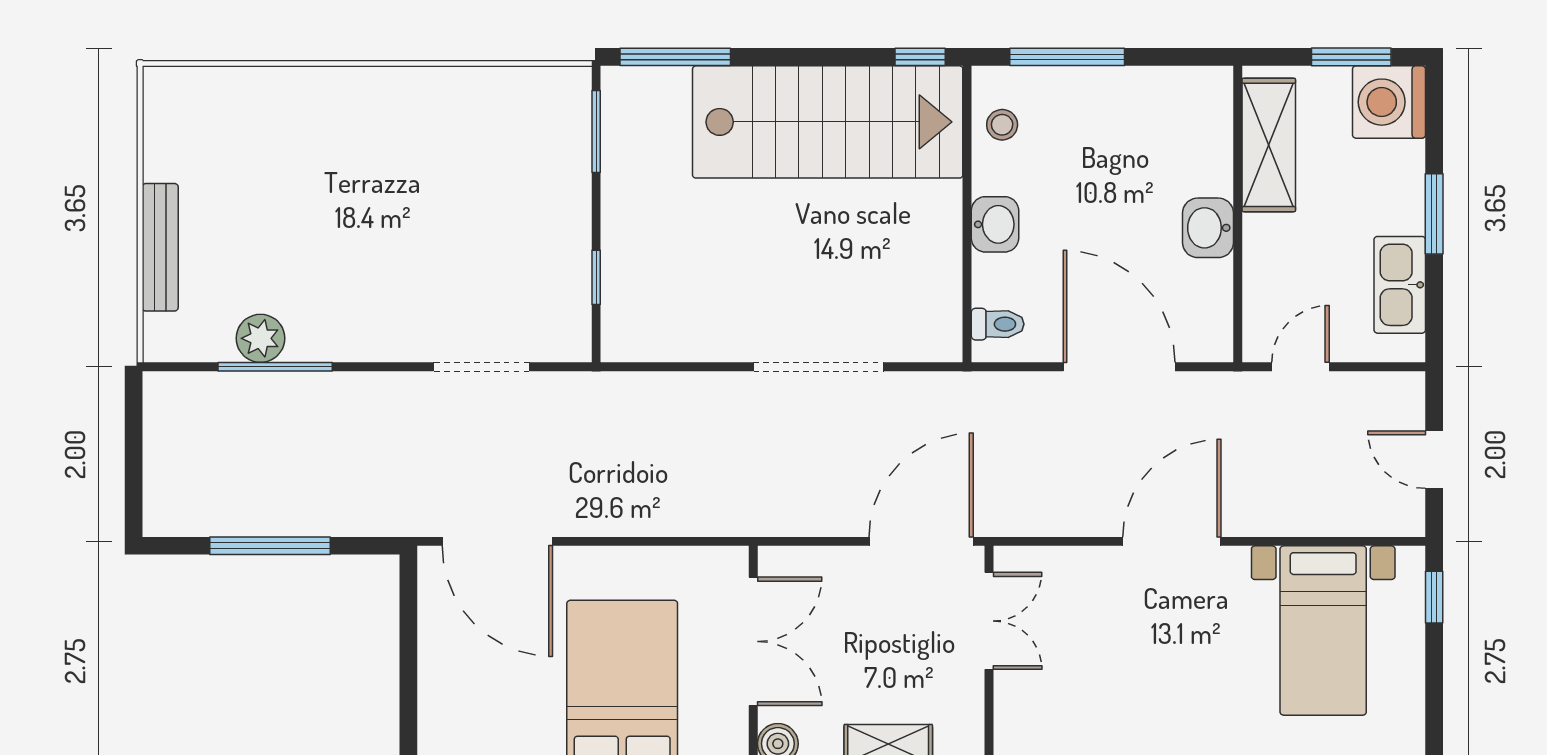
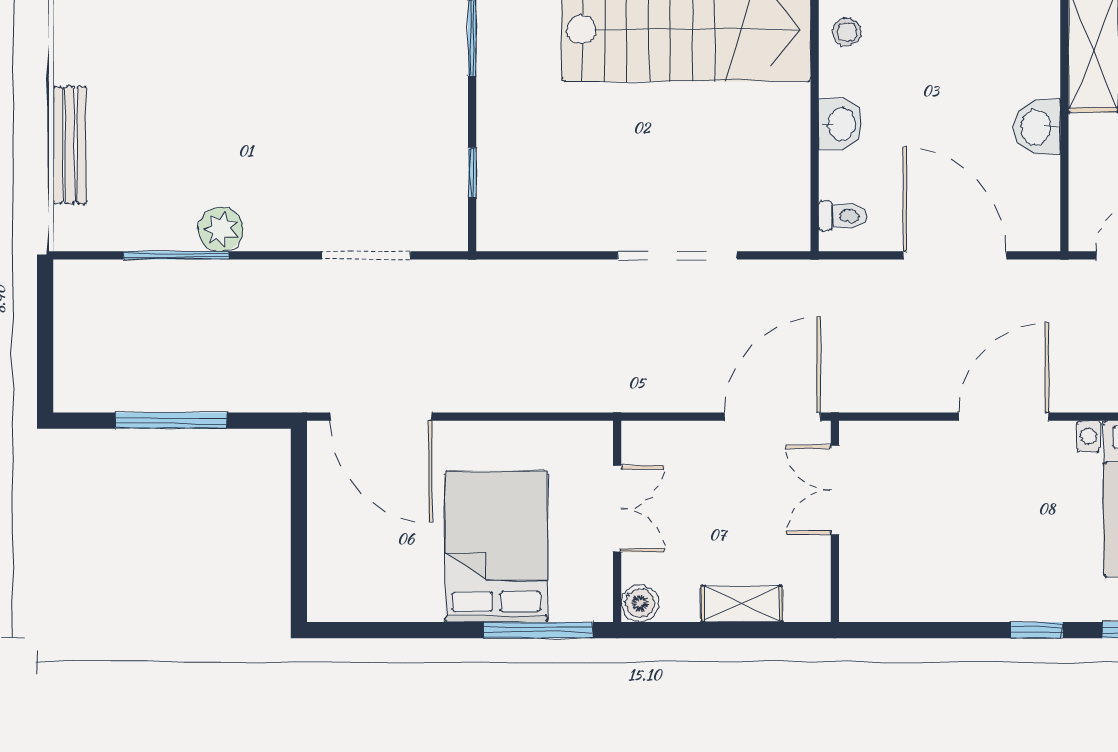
plant: (260, 338) -> (221, 229), moved
double door: (989, 621) -> (835, 490), swing flipped
double door: (753, 641) -> (617, 509), width x0.73

